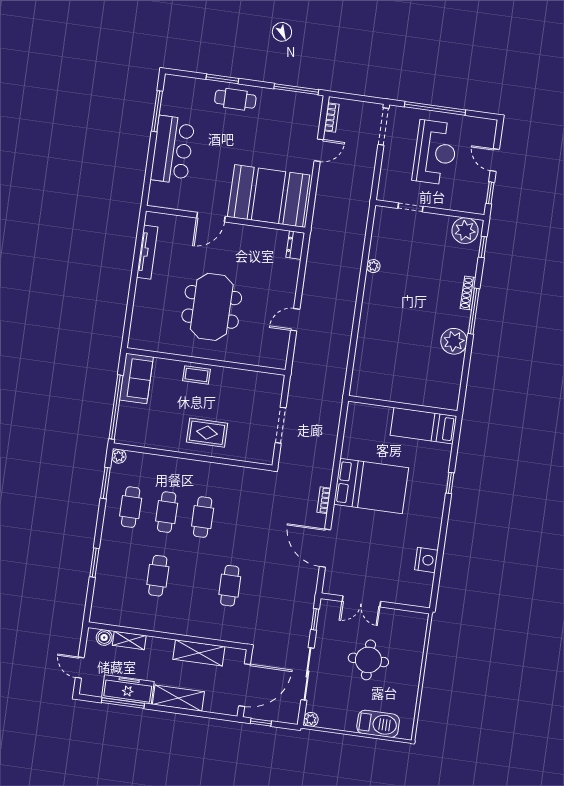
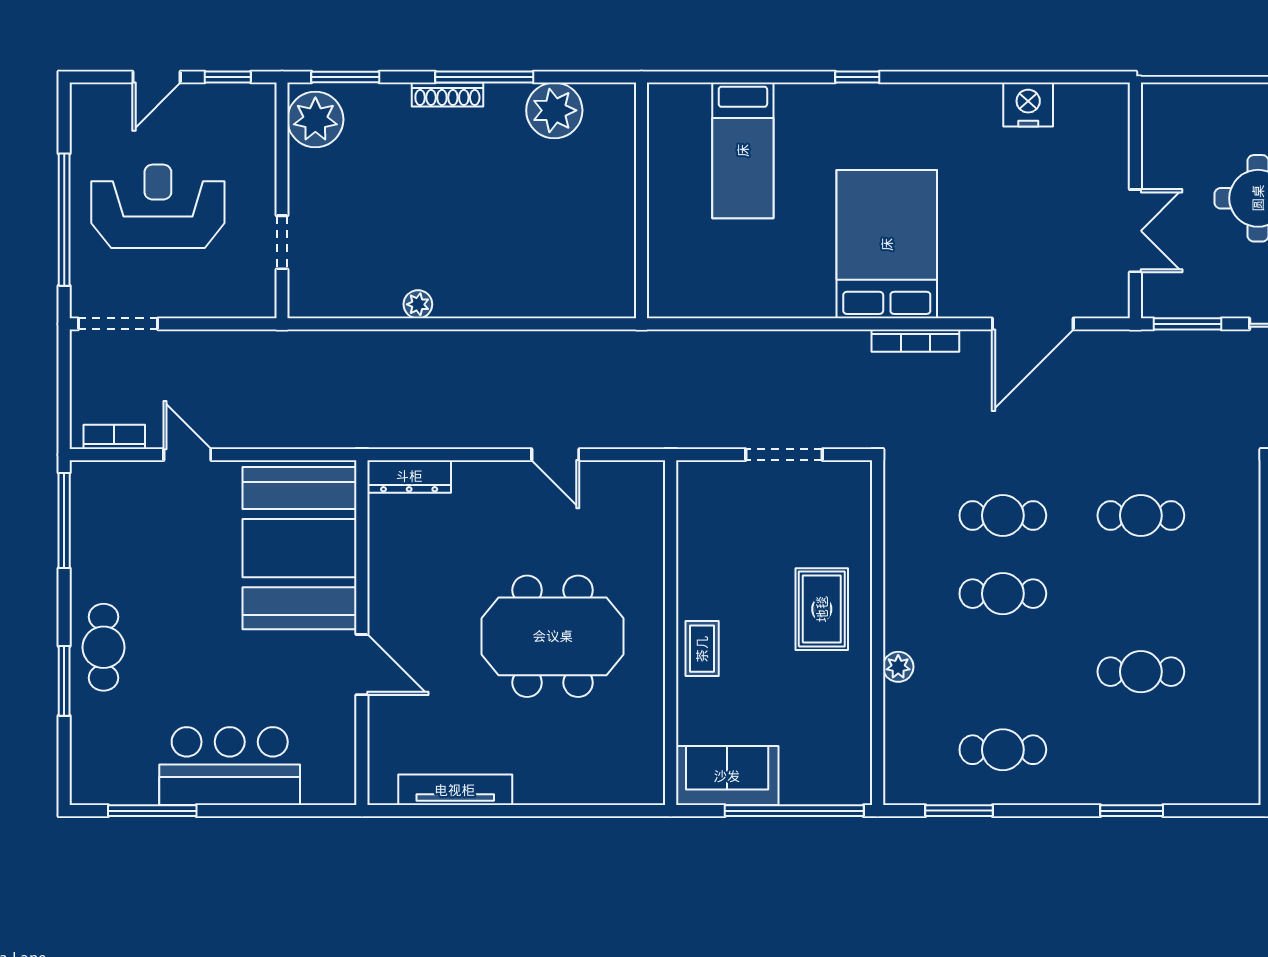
dresser: (295, 245) -> (409, 476), width x1.44
window: (483, 247) -> (345, 77), width x1.50
wall: (403, 406) -> (642, 200), moved
plant: (119, 456) -> (898, 667), moved
bookcase: (324, 500) -> (915, 341), width x1.56
cafe table: (167, 512) -> (1003, 515), moved
window: (315, 619) -> (1188, 324), width x1.50

